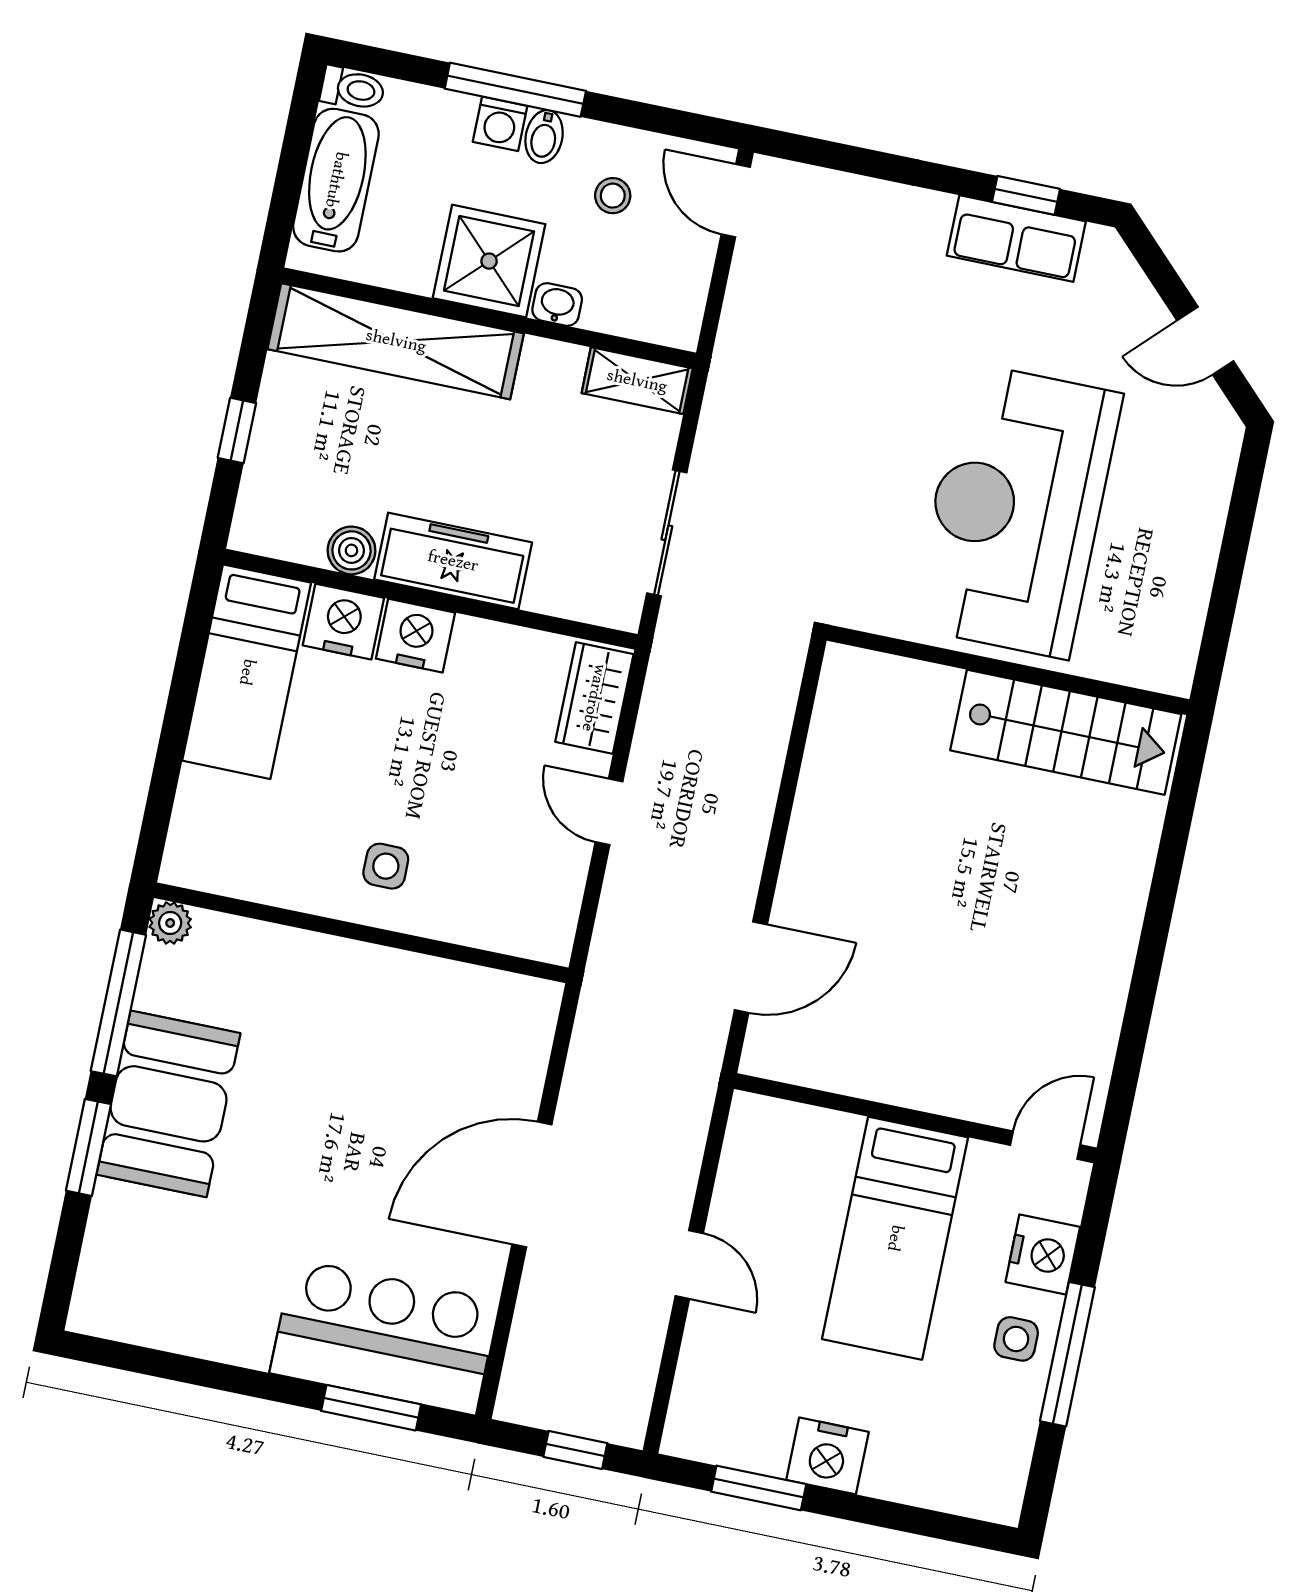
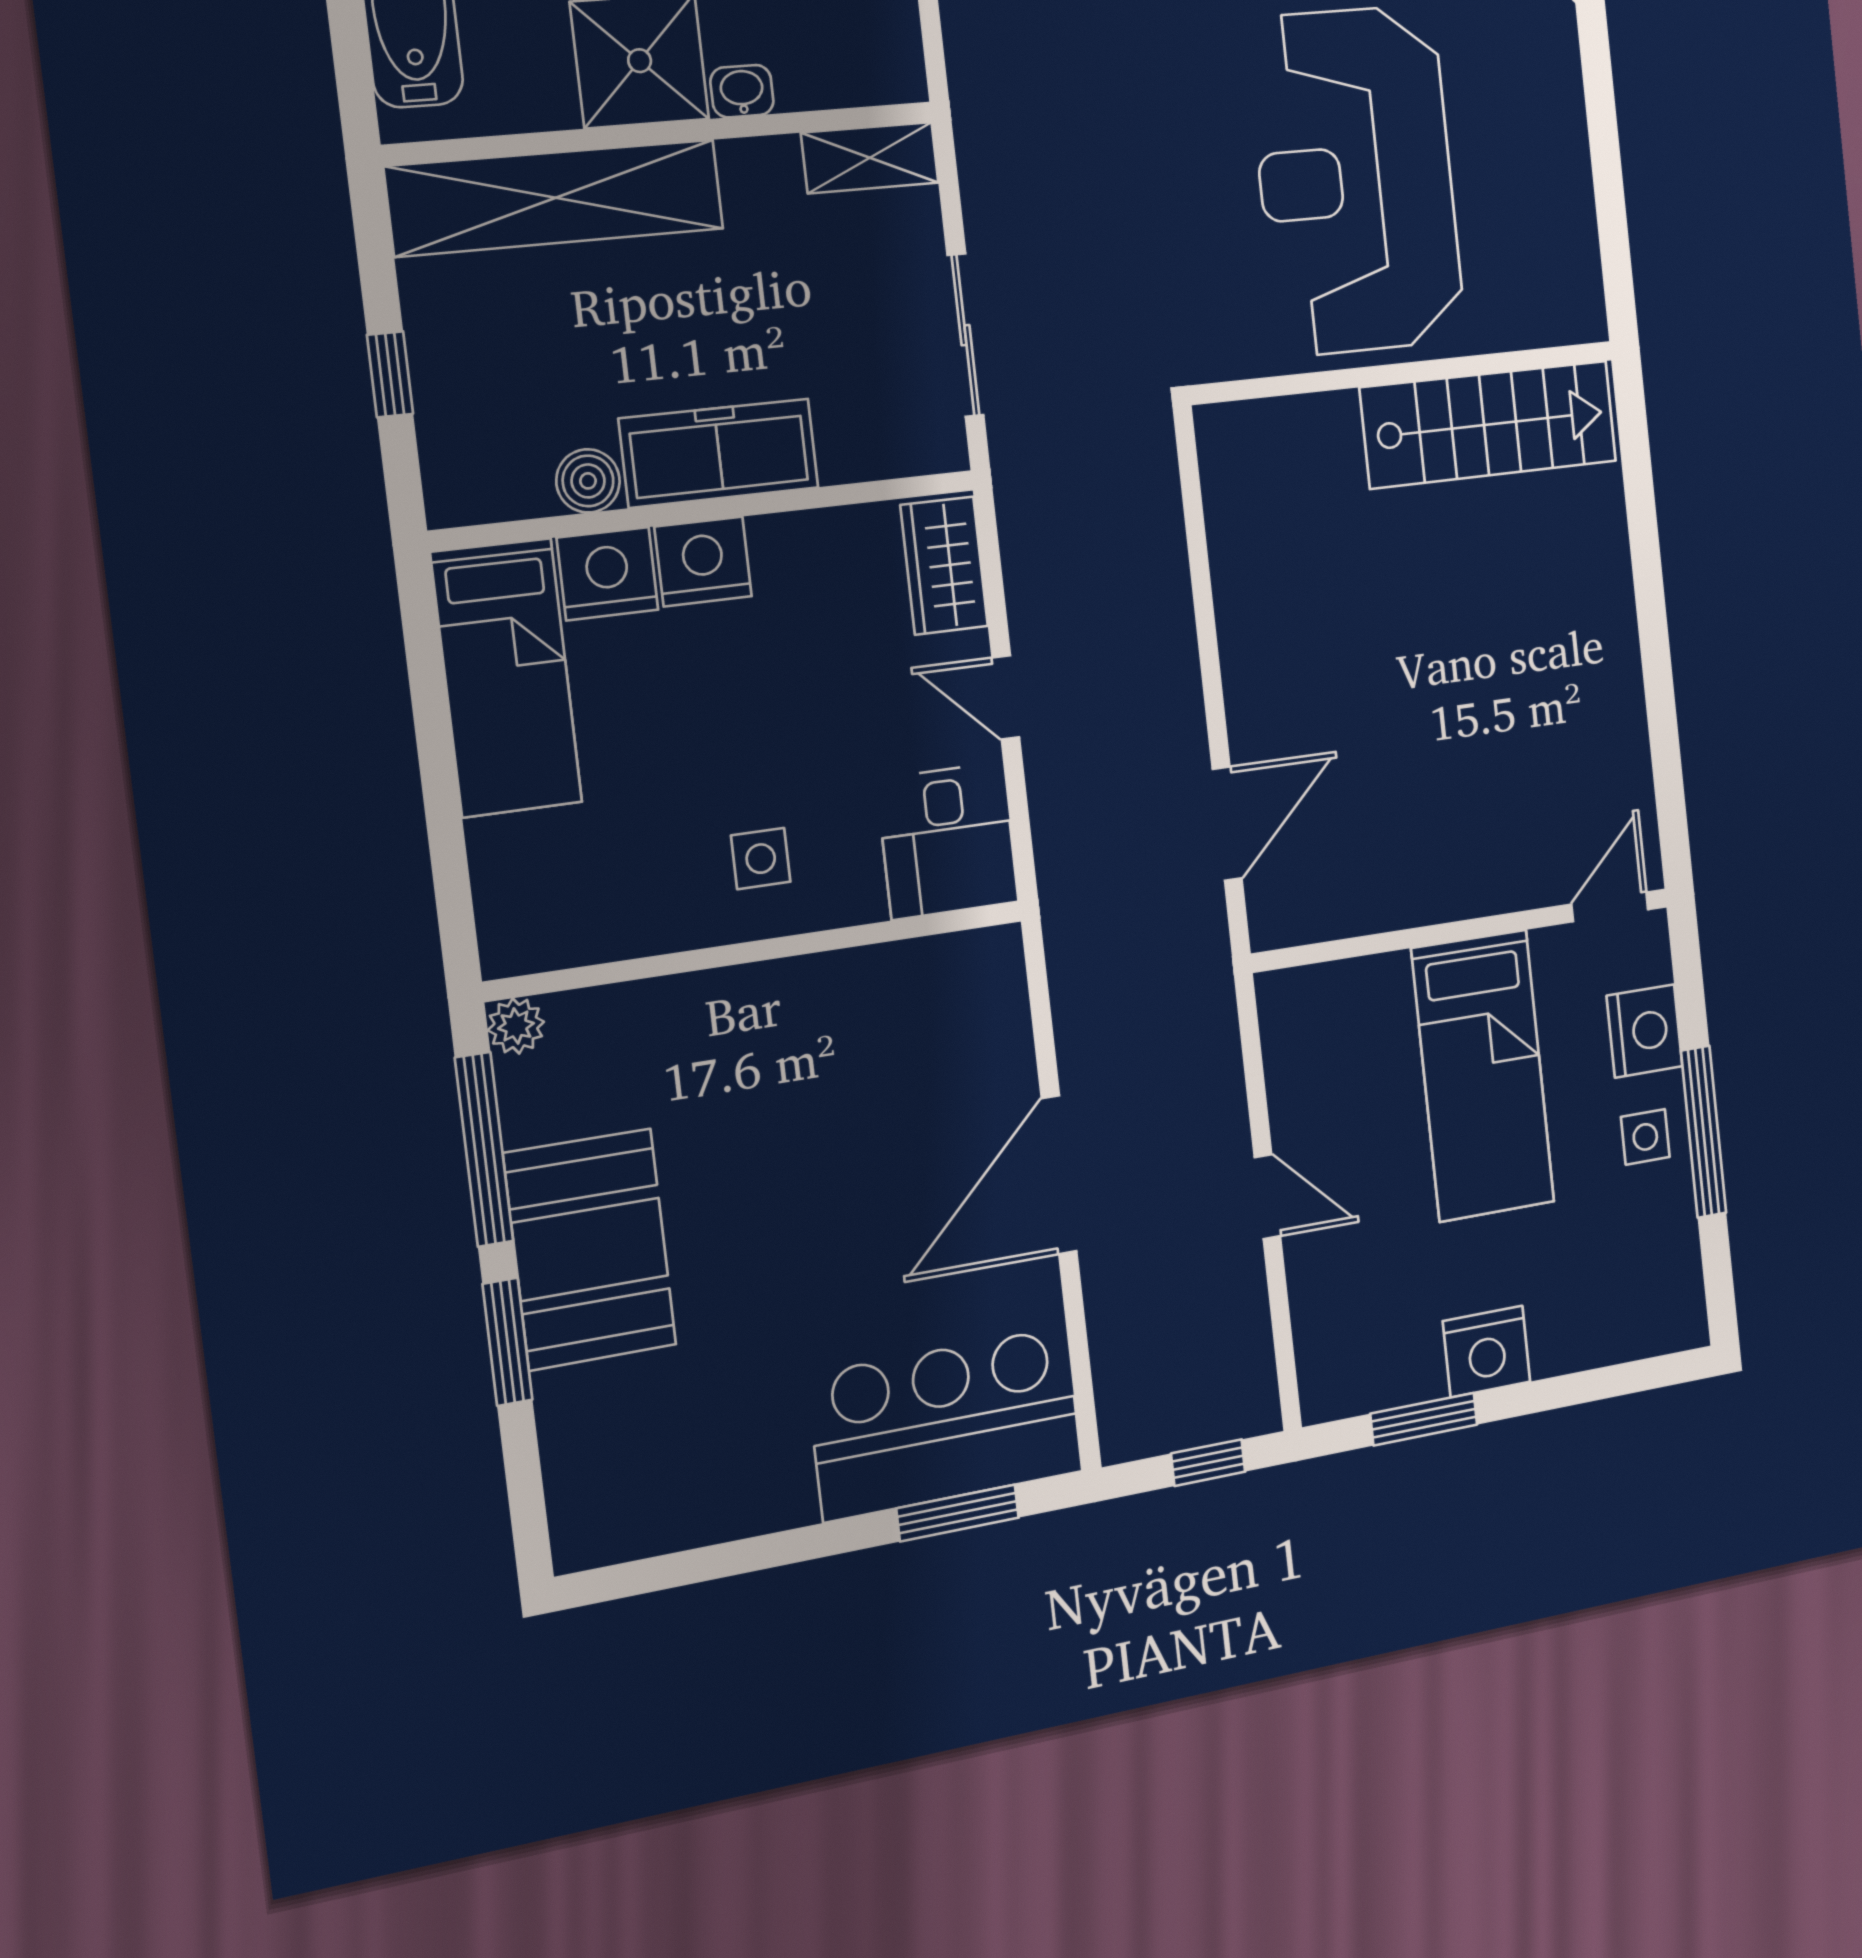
desk: (529, 903) -> (948, 841), added

